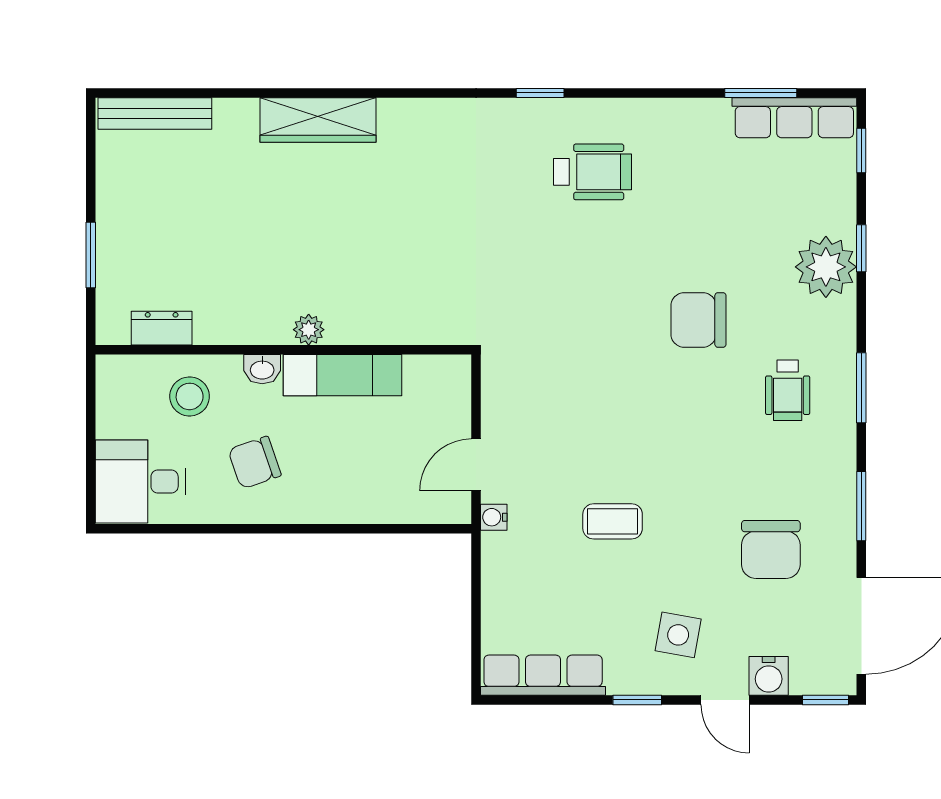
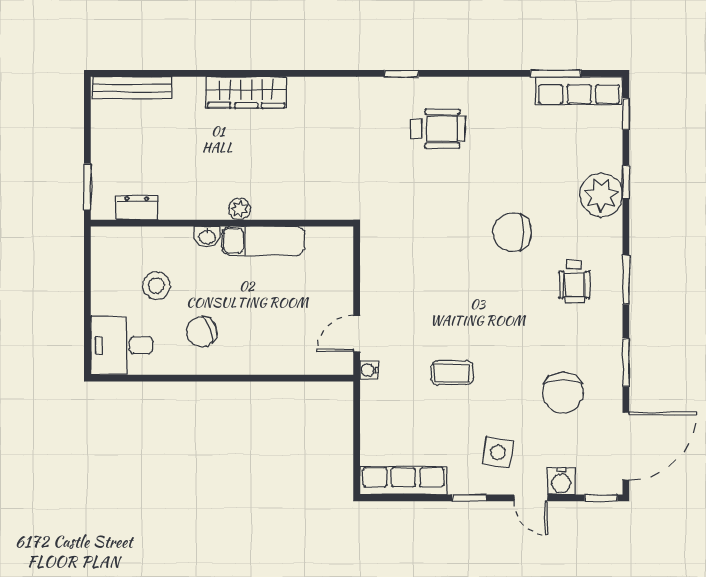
dresser: (162, 328) -> (137, 208), moved
plant: (309, 330) -> (240, 209), moved
wall: (283, 350) -> (222, 223), moved
washbasin: (262, 369) -> (207, 237), moved
exam couch: (343, 375) -> (263, 241), moved

